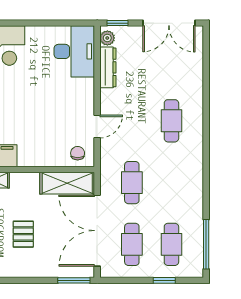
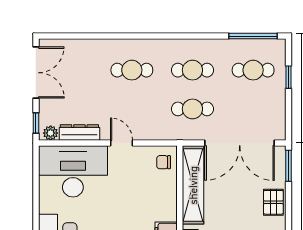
desk: (74, 51) -> (73, 171), width x1.36, depth x1.30
door: (97, 126) -> (121, 143), moved
shelving: (67, 183) -> (193, 185), width x1.47
pallet: (23, 234) -> (273, 202), moved, turned 90
cafe table: (132, 244) -> (192, 70), moved

